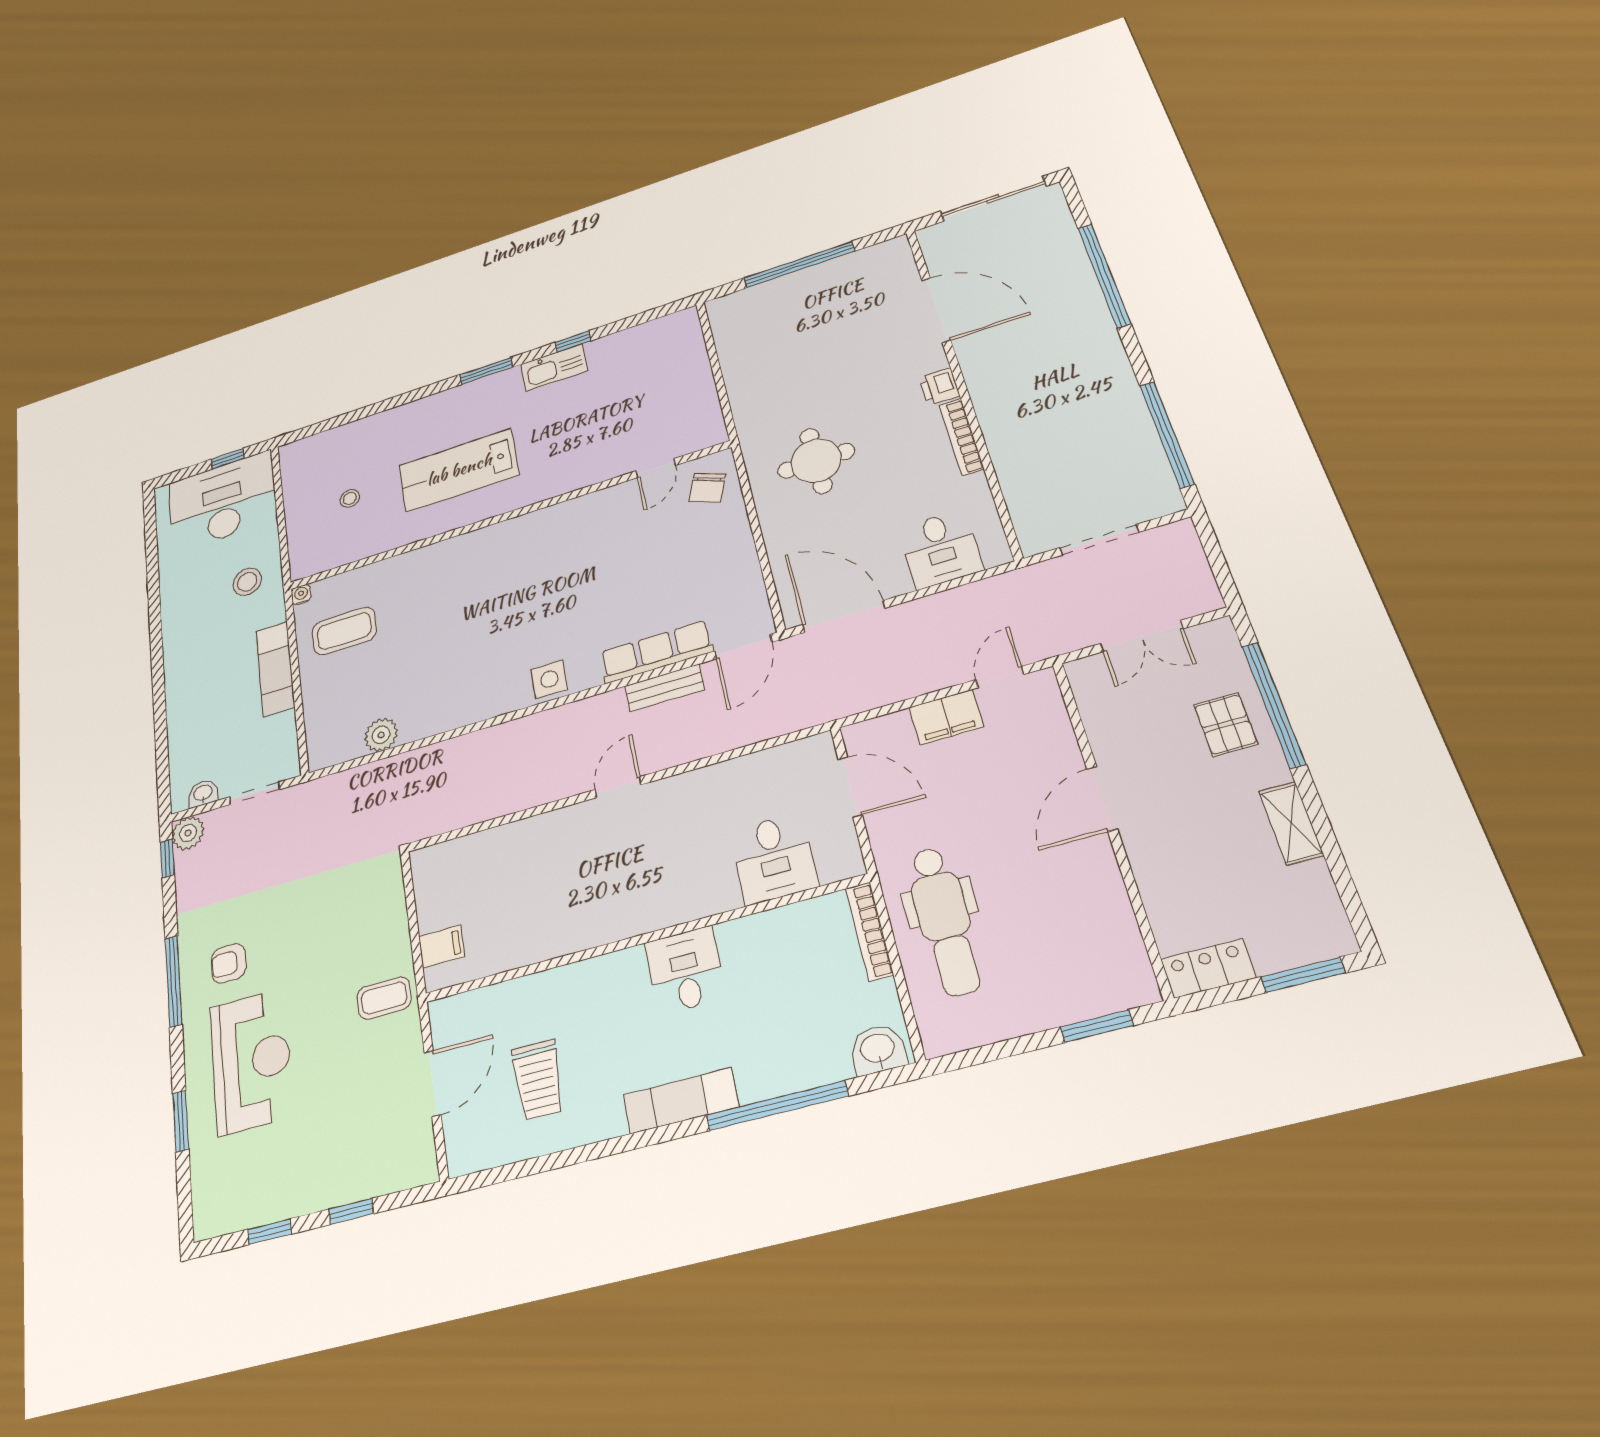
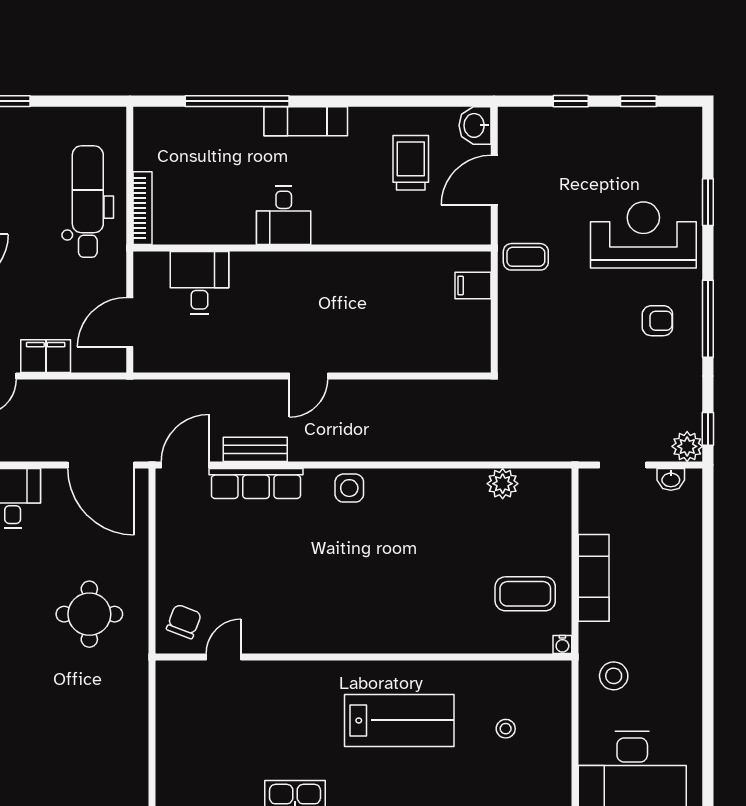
door: (850, 787) -> (130, 322), hinge flipped
washbasin: (878, 1049) -> (475, 125), moved, turned 90
reception desk: (251, 1061) -> (643, 235), turned 90

